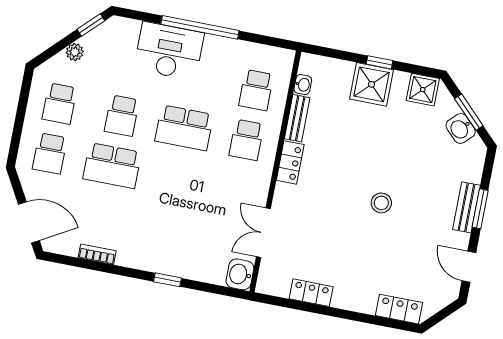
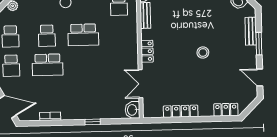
school desk: (246, 140) -> (120, 34), removed
locker: (290, 162) -> (147, 51), moved
bench: (466, 207) -> (251, 31), moved
locker: (311, 293) -> (181, 111), width x1.53

